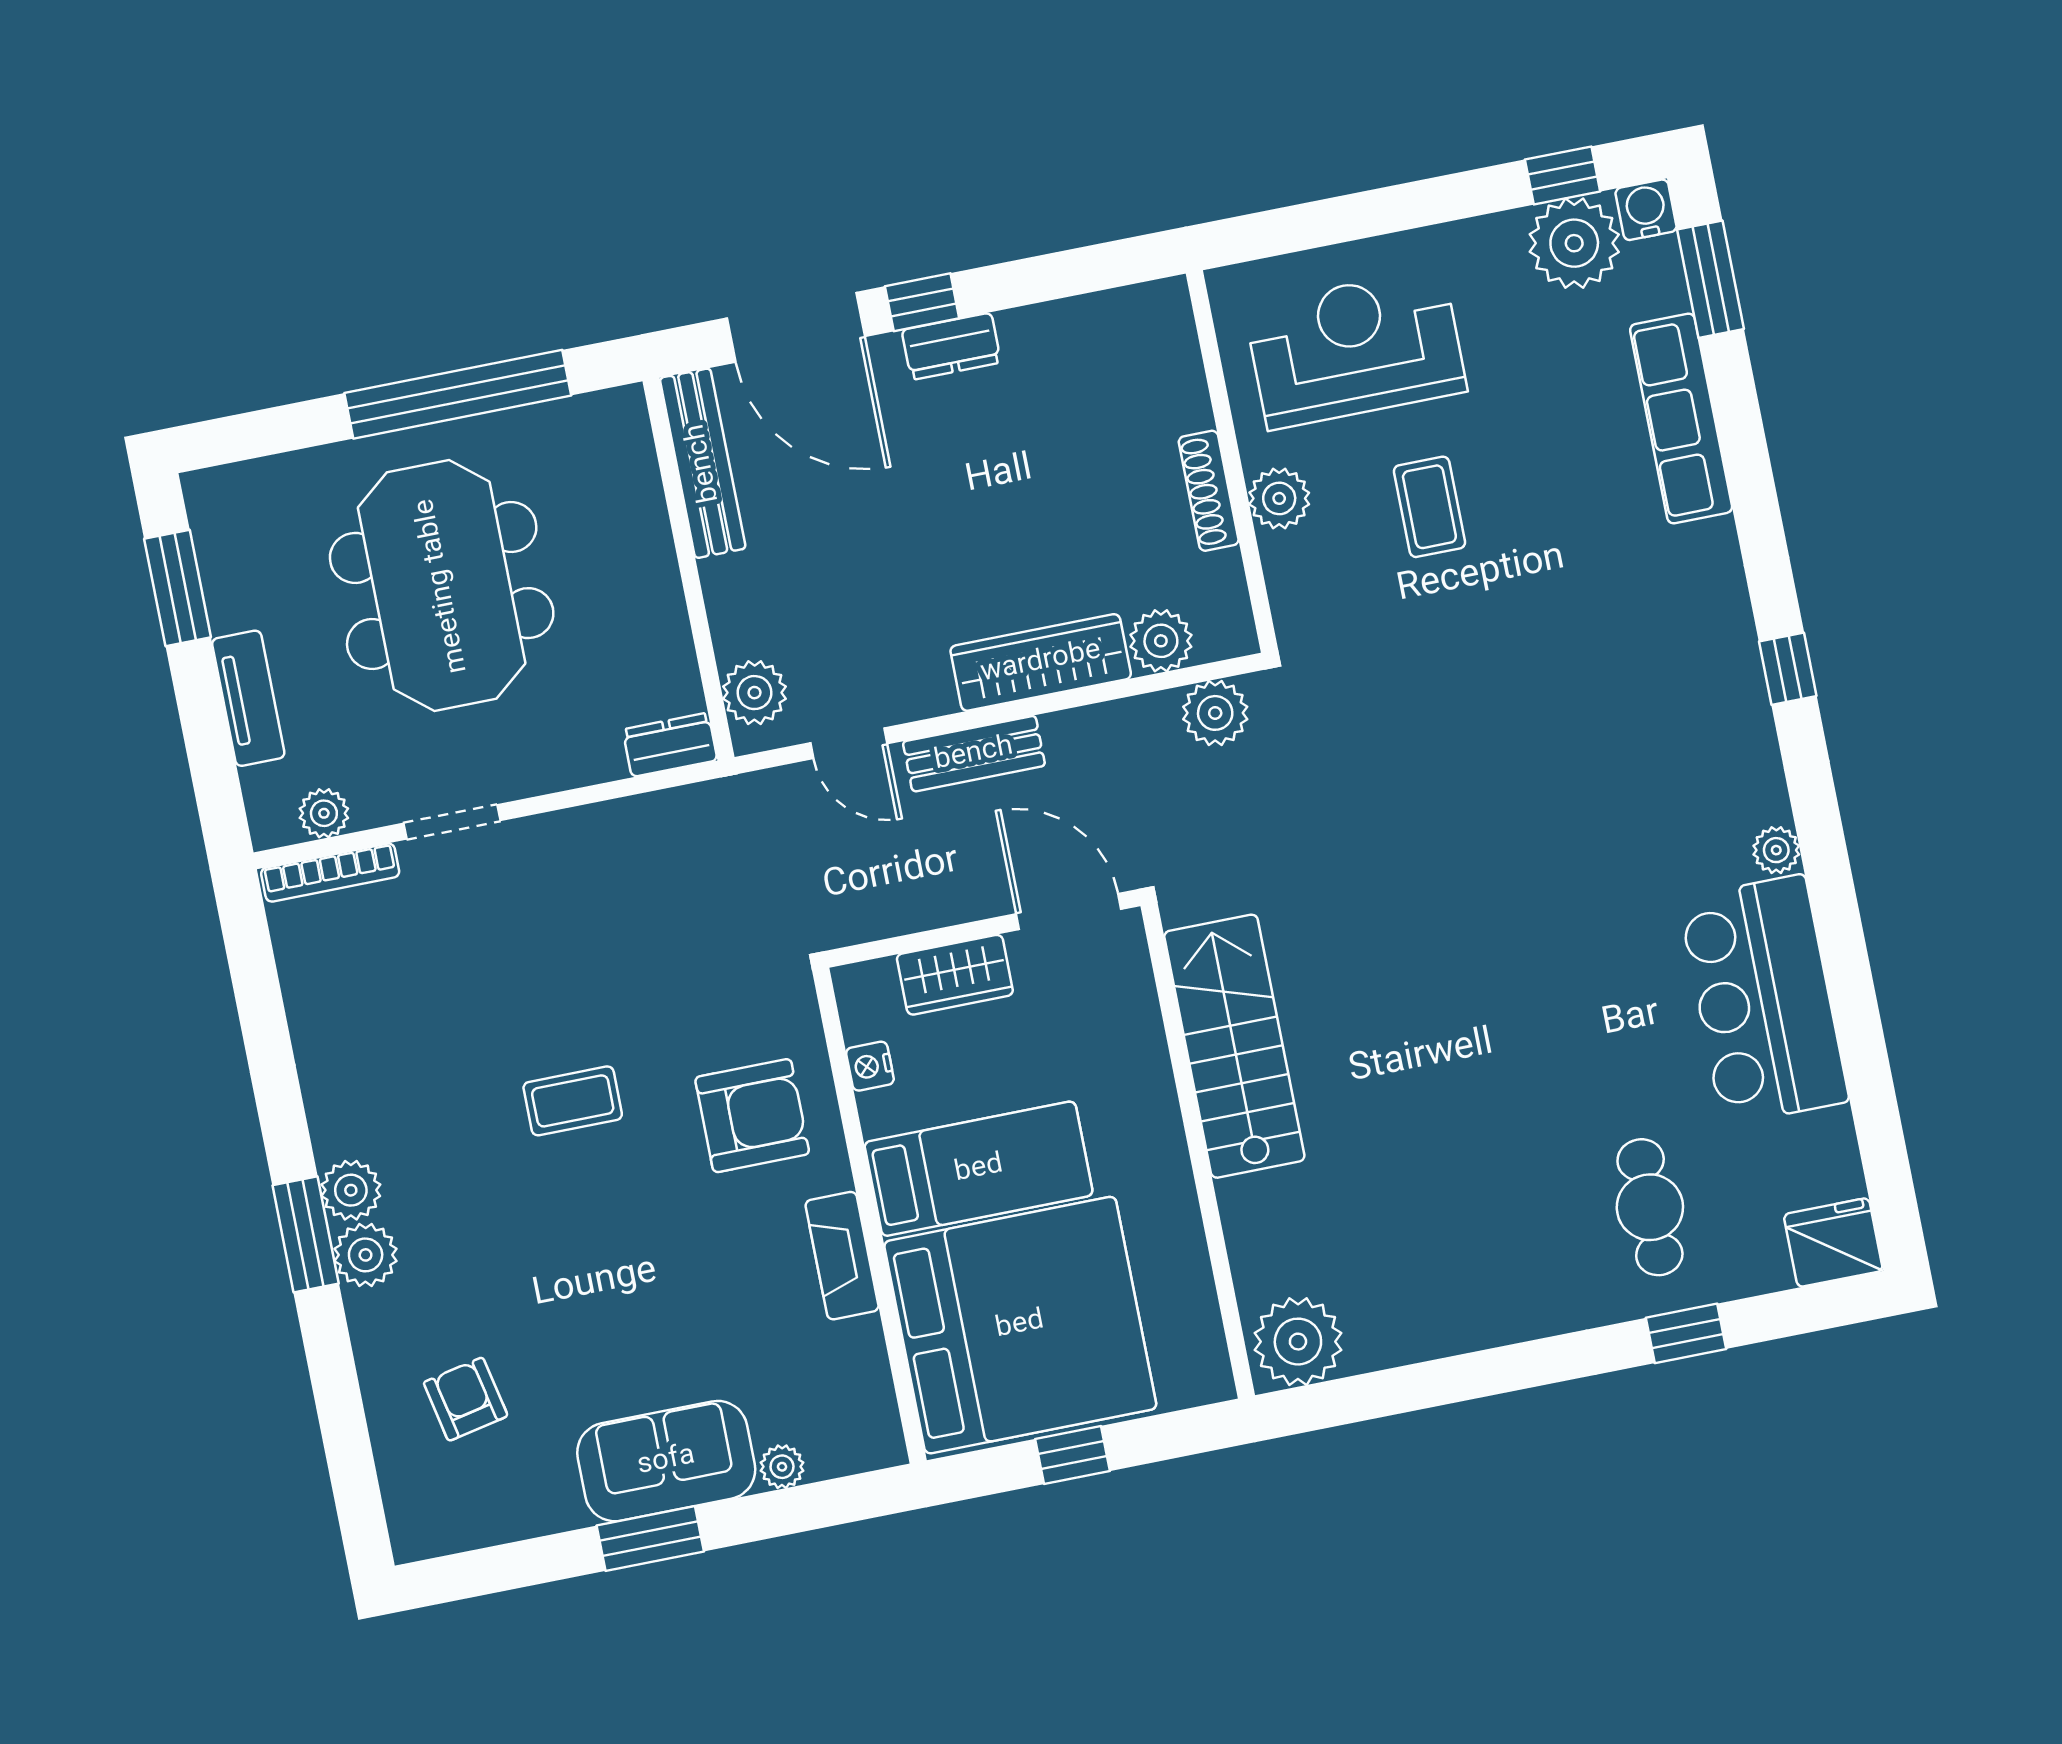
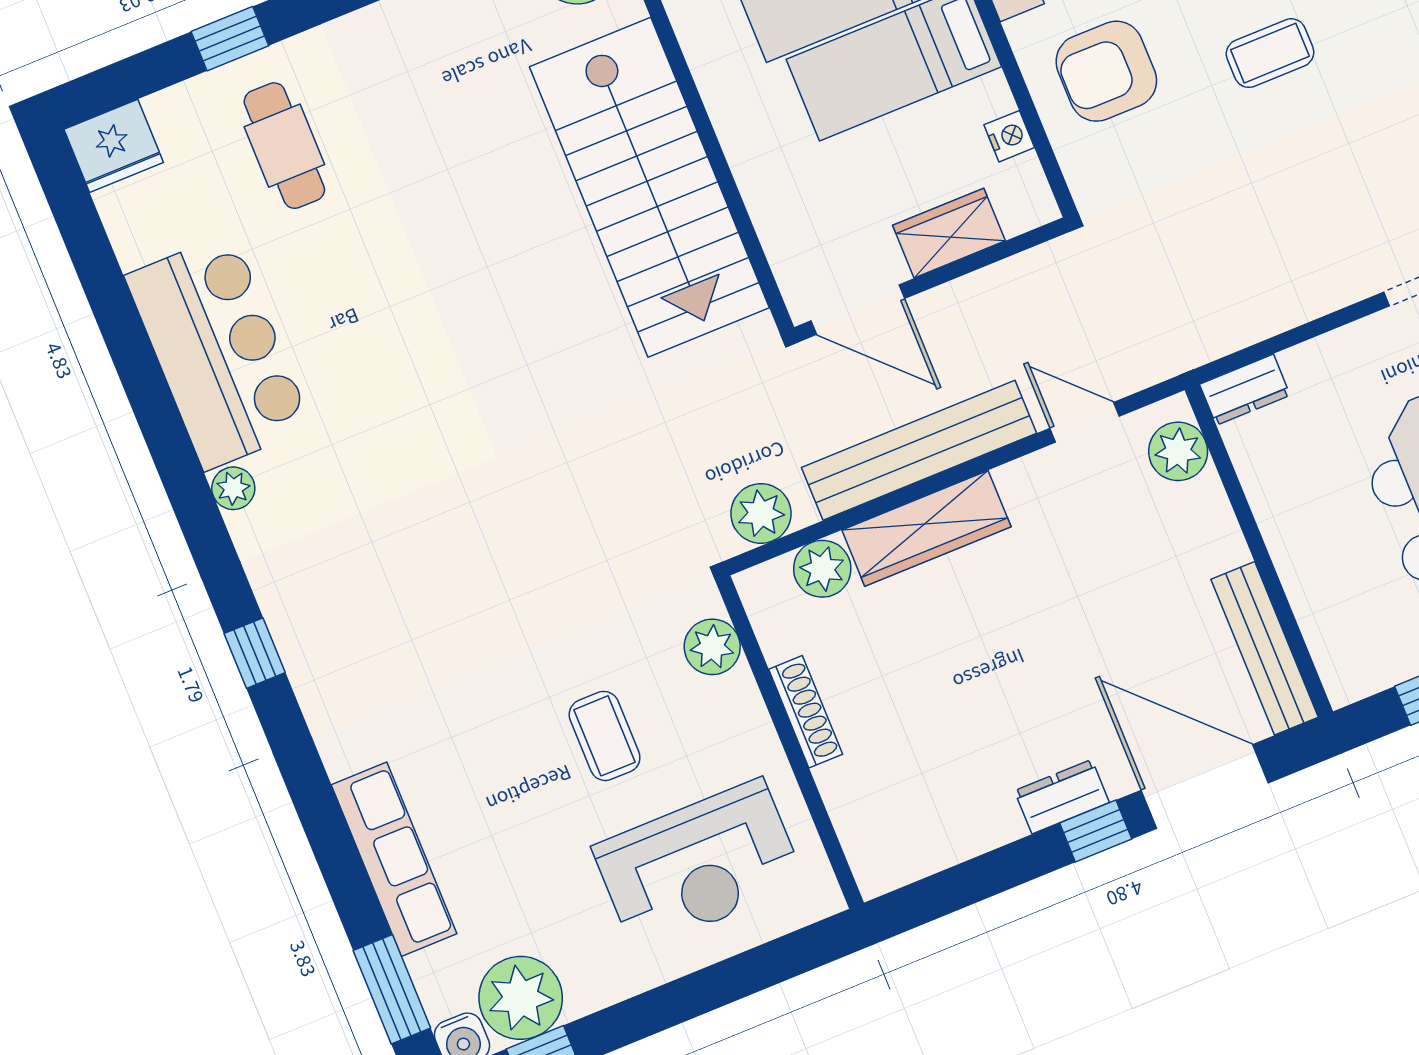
plant: (1279, 498) -> (712, 647), moved
bench: (974, 754) -> (919, 450), width x1.86, depth x1.21
stairs: (1234, 1046) -> (649, 187), width x1.36, depth x1.51

